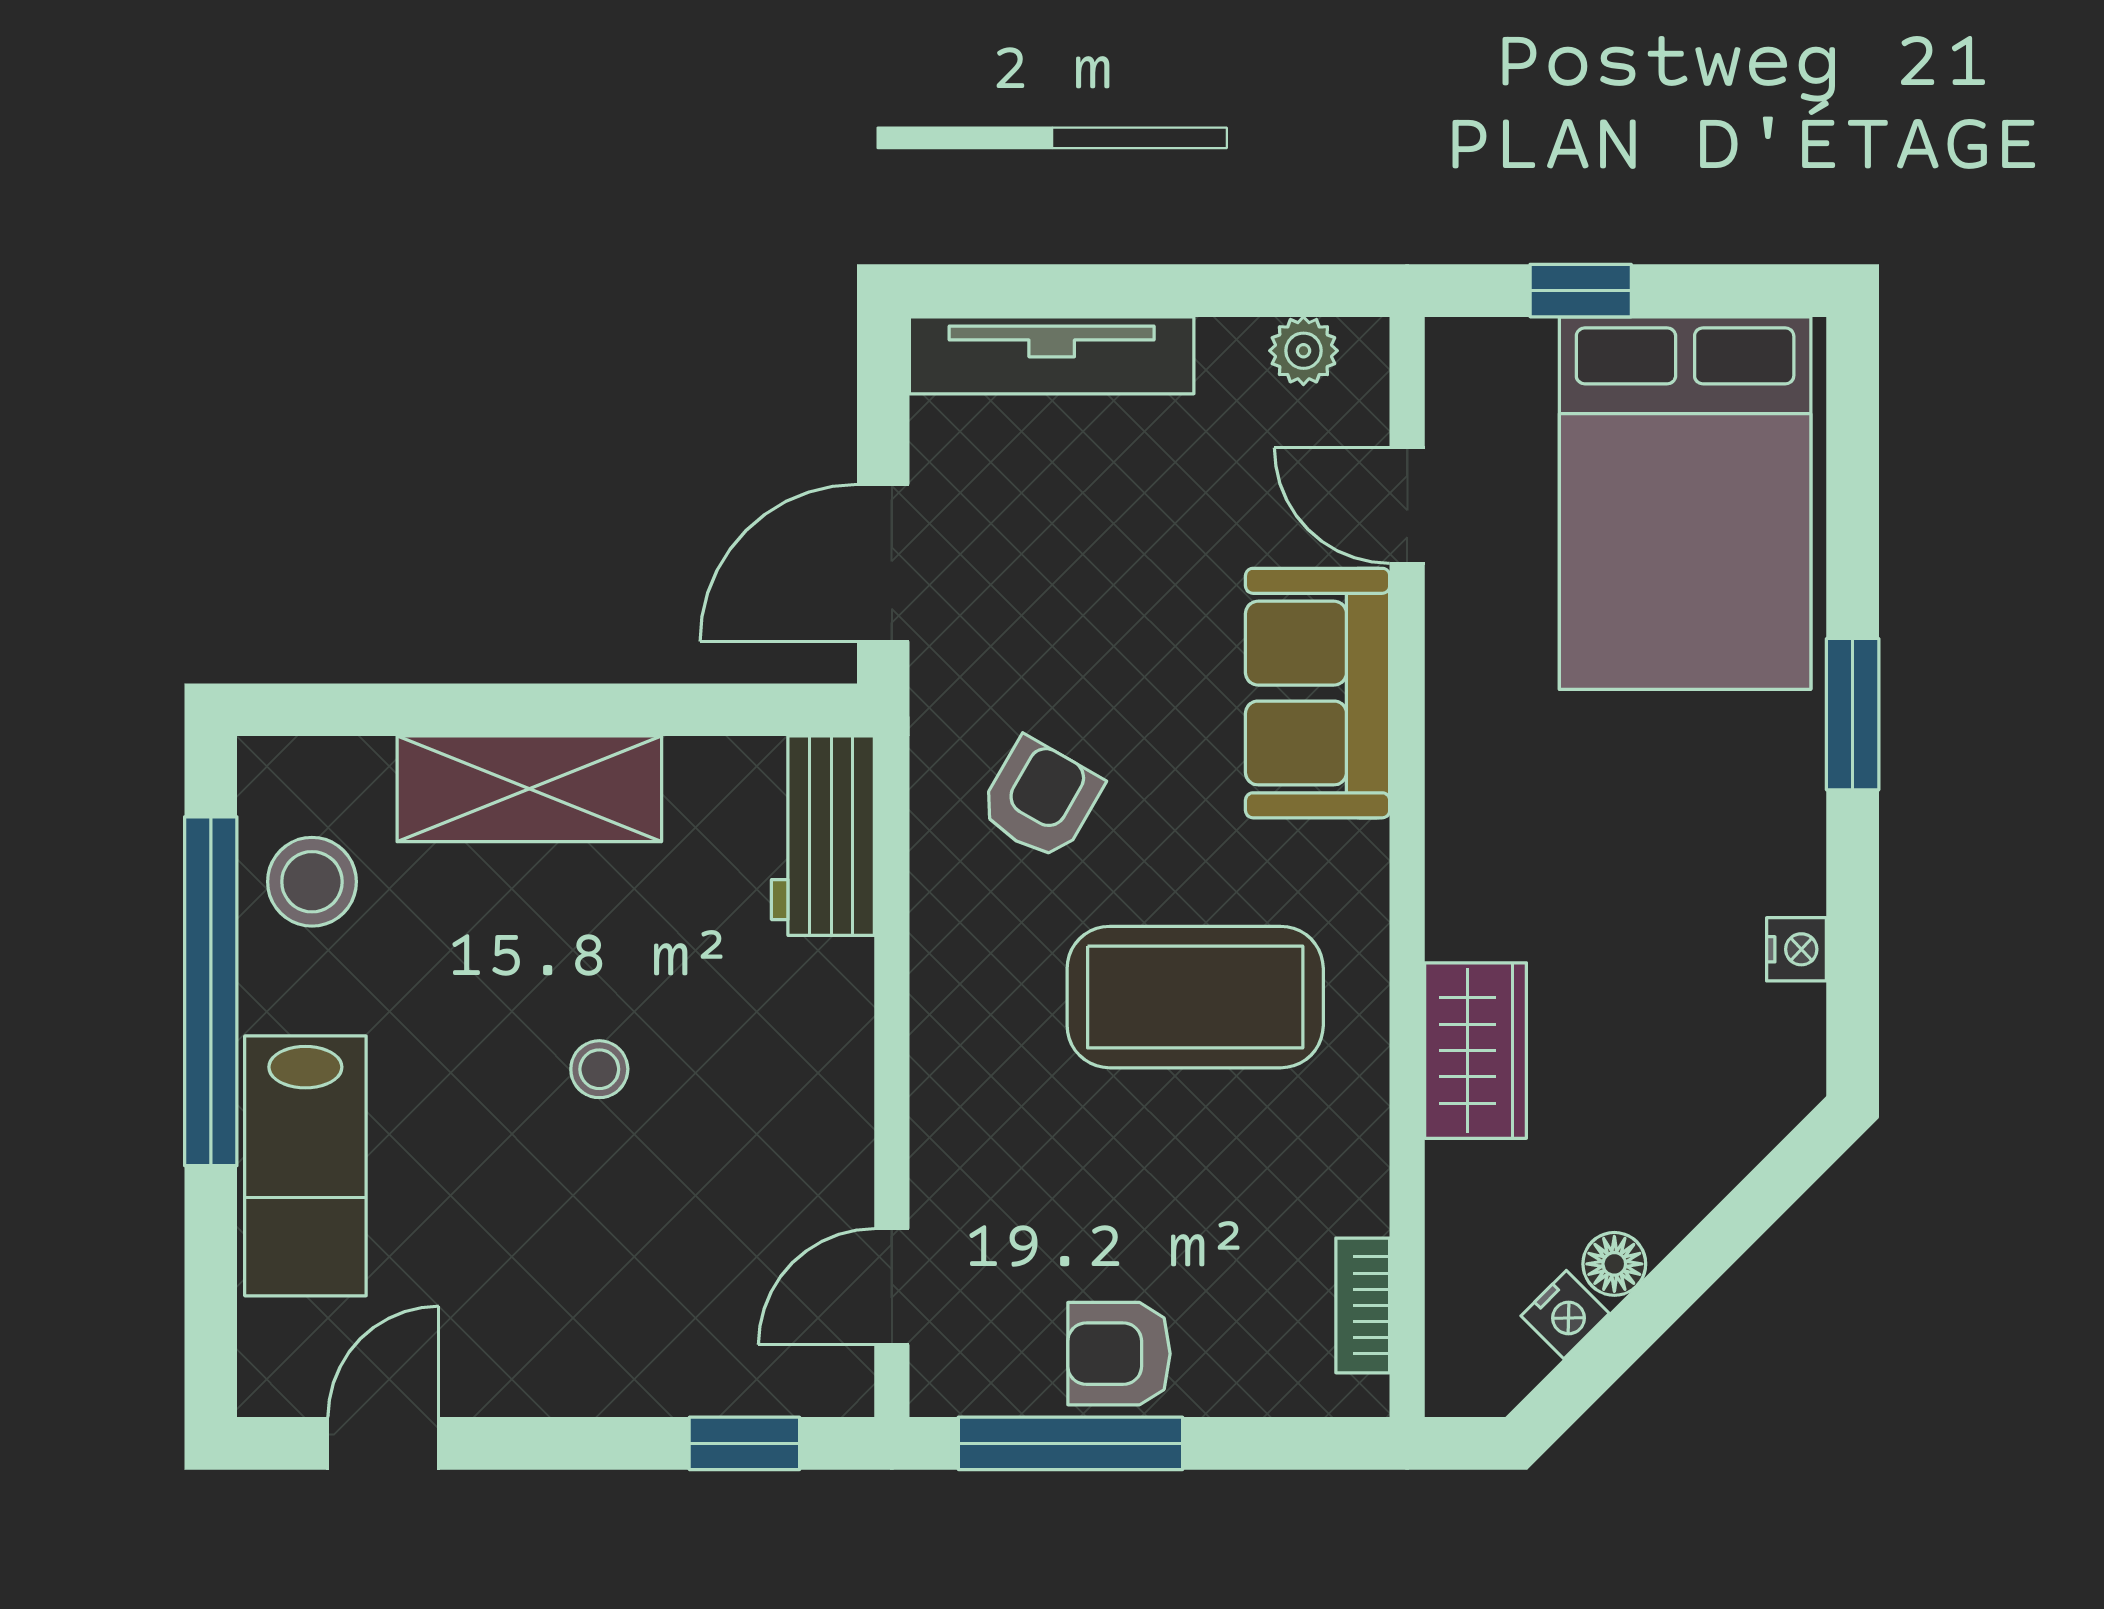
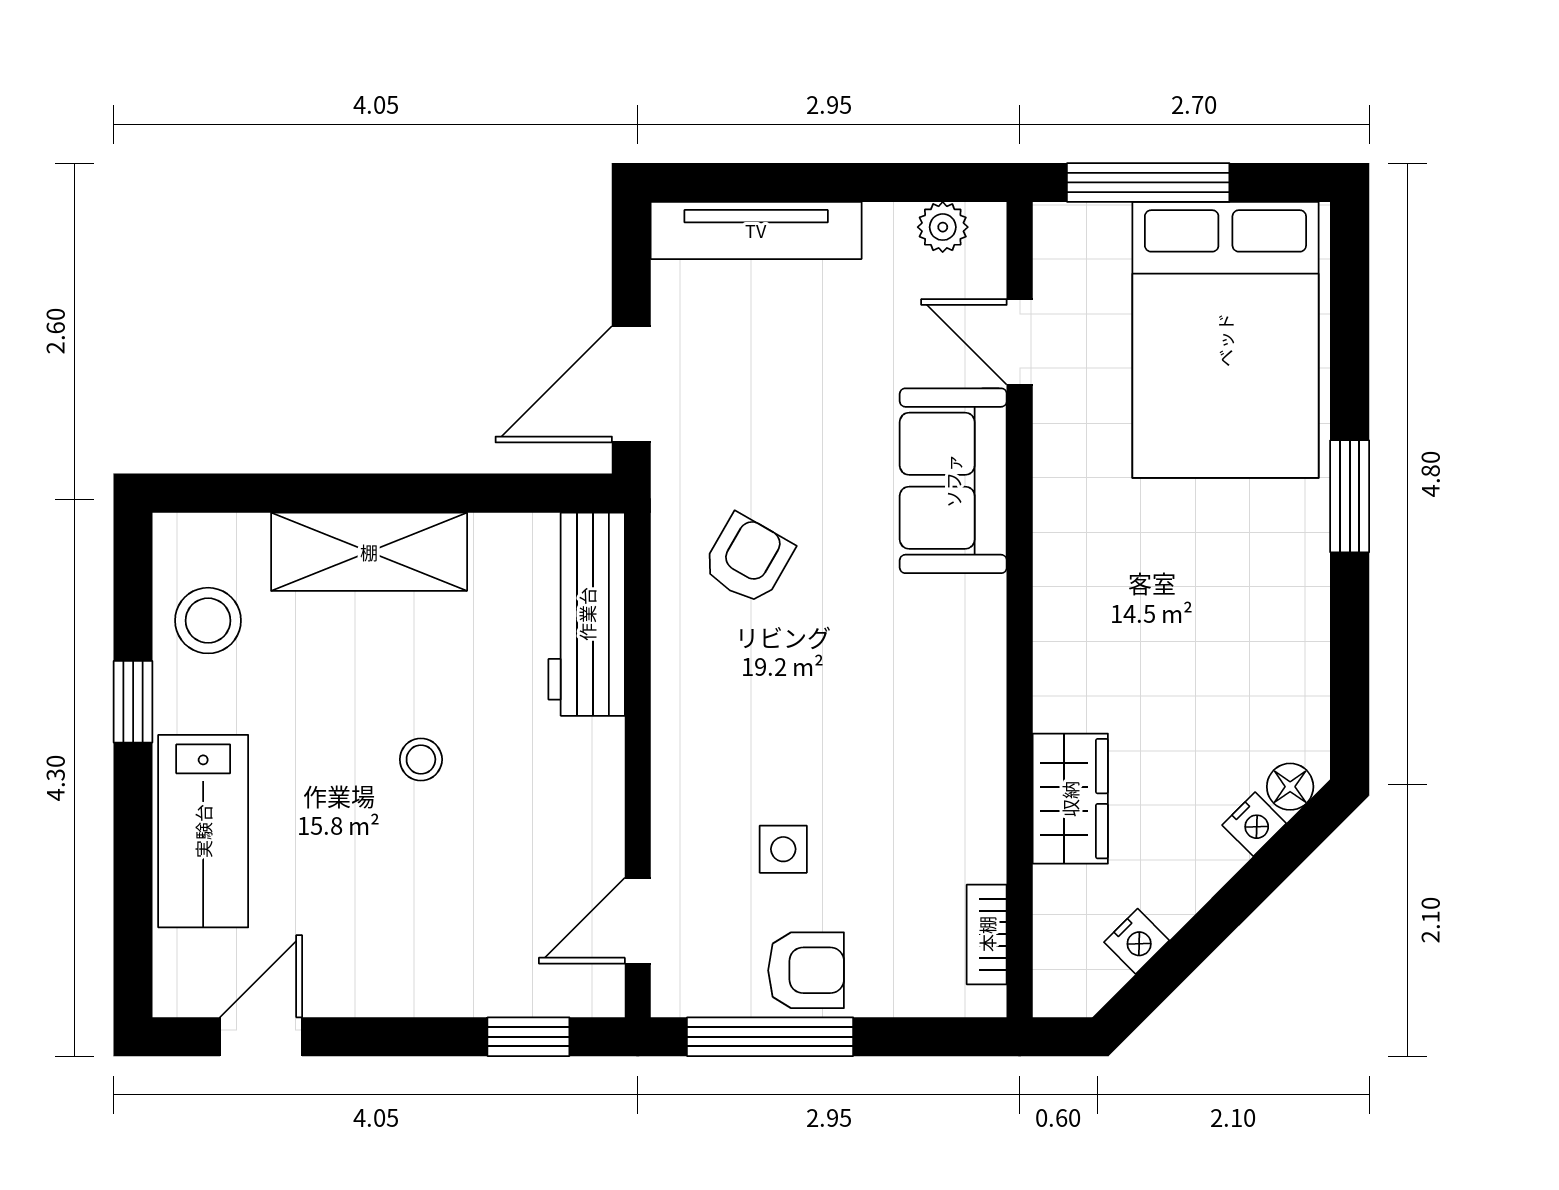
window: (1581, 291) -> (1148, 182), width x2.17
workbench: (823, 836) -> (587, 614), width x1.38
nightstand: (1796, 949) -> (1254, 824), moved, turned 45
window: (211, 991) -> (133, 702), width x0.32
coffee table: (1195, 997) -> (862, 706), removed
wardrobe: (1476, 1051) -> (1070, 799), moved
side table: (1088, 1190) -> (783, 849), added
floor lamp: (1614, 1264) -> (1290, 787), moved
armchair: (1119, 1354) -> (806, 970), turned 180

